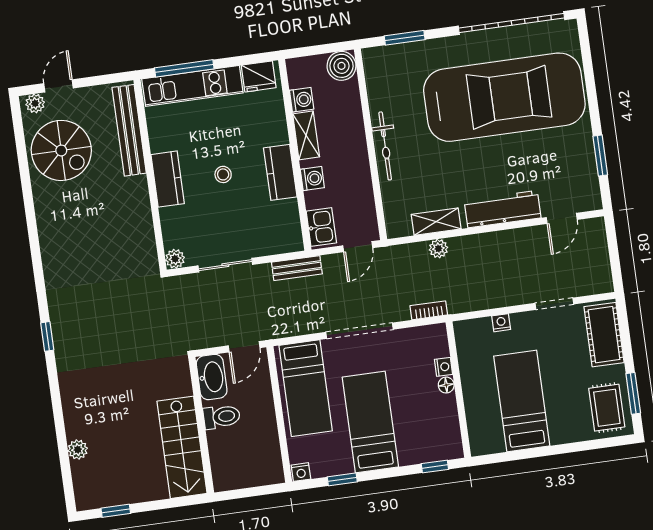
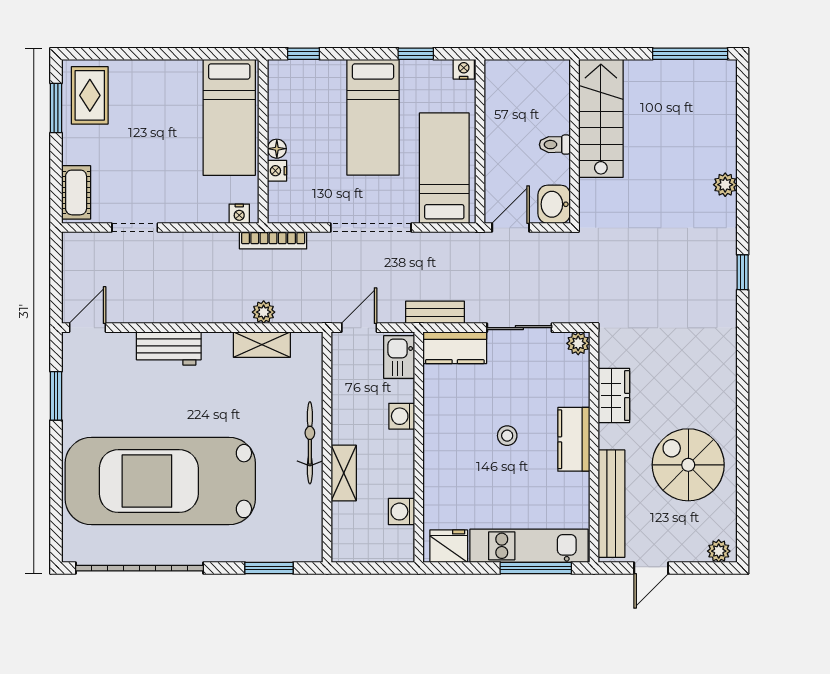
boiler: (341, 66) -> (349, 545), removed
door: (58, 86) -> (651, 568), moved
shelving: (306, 135) -> (344, 473), moved
spiral stairs: (61, 150) -> (688, 465), moved
kitchen counter: (280, 172) -> (455, 348), moved, turned 90
workbench: (503, 209) -> (169, 348), width x0.73
door: (562, 218) -> (87, 328), moved
wardrobe: (140, 220) -> (614, 395), added
bookcase: (429, 310) -> (273, 240), width x1.56
nightstand: (501, 323) -> (239, 214), moved
cot: (604, 335) -> (76, 192), width x0.73, depth x0.75
washbasin: (212, 377) -> (554, 204), width x0.72
bed: (522, 401) -> (229, 117), moved
toilet: (222, 417) -> (555, 145), width x0.73, depth x0.72
plant: (78, 450) -> (725, 185), moved
window: (116, 511) -> (690, 54), width x2.17

